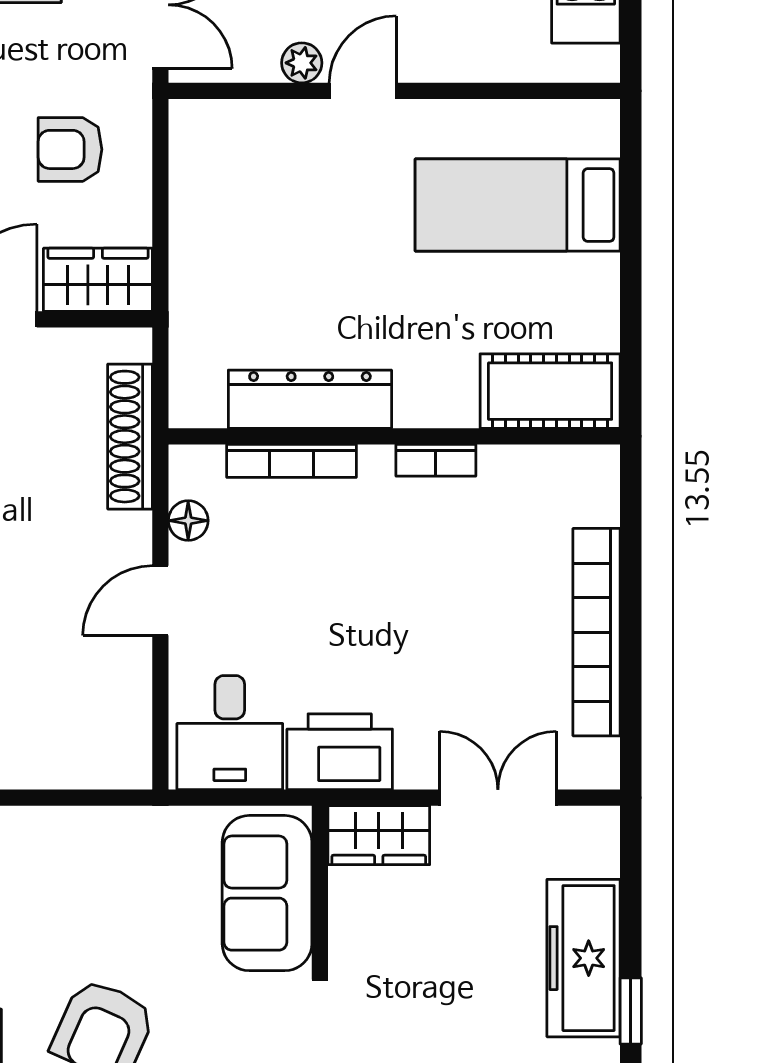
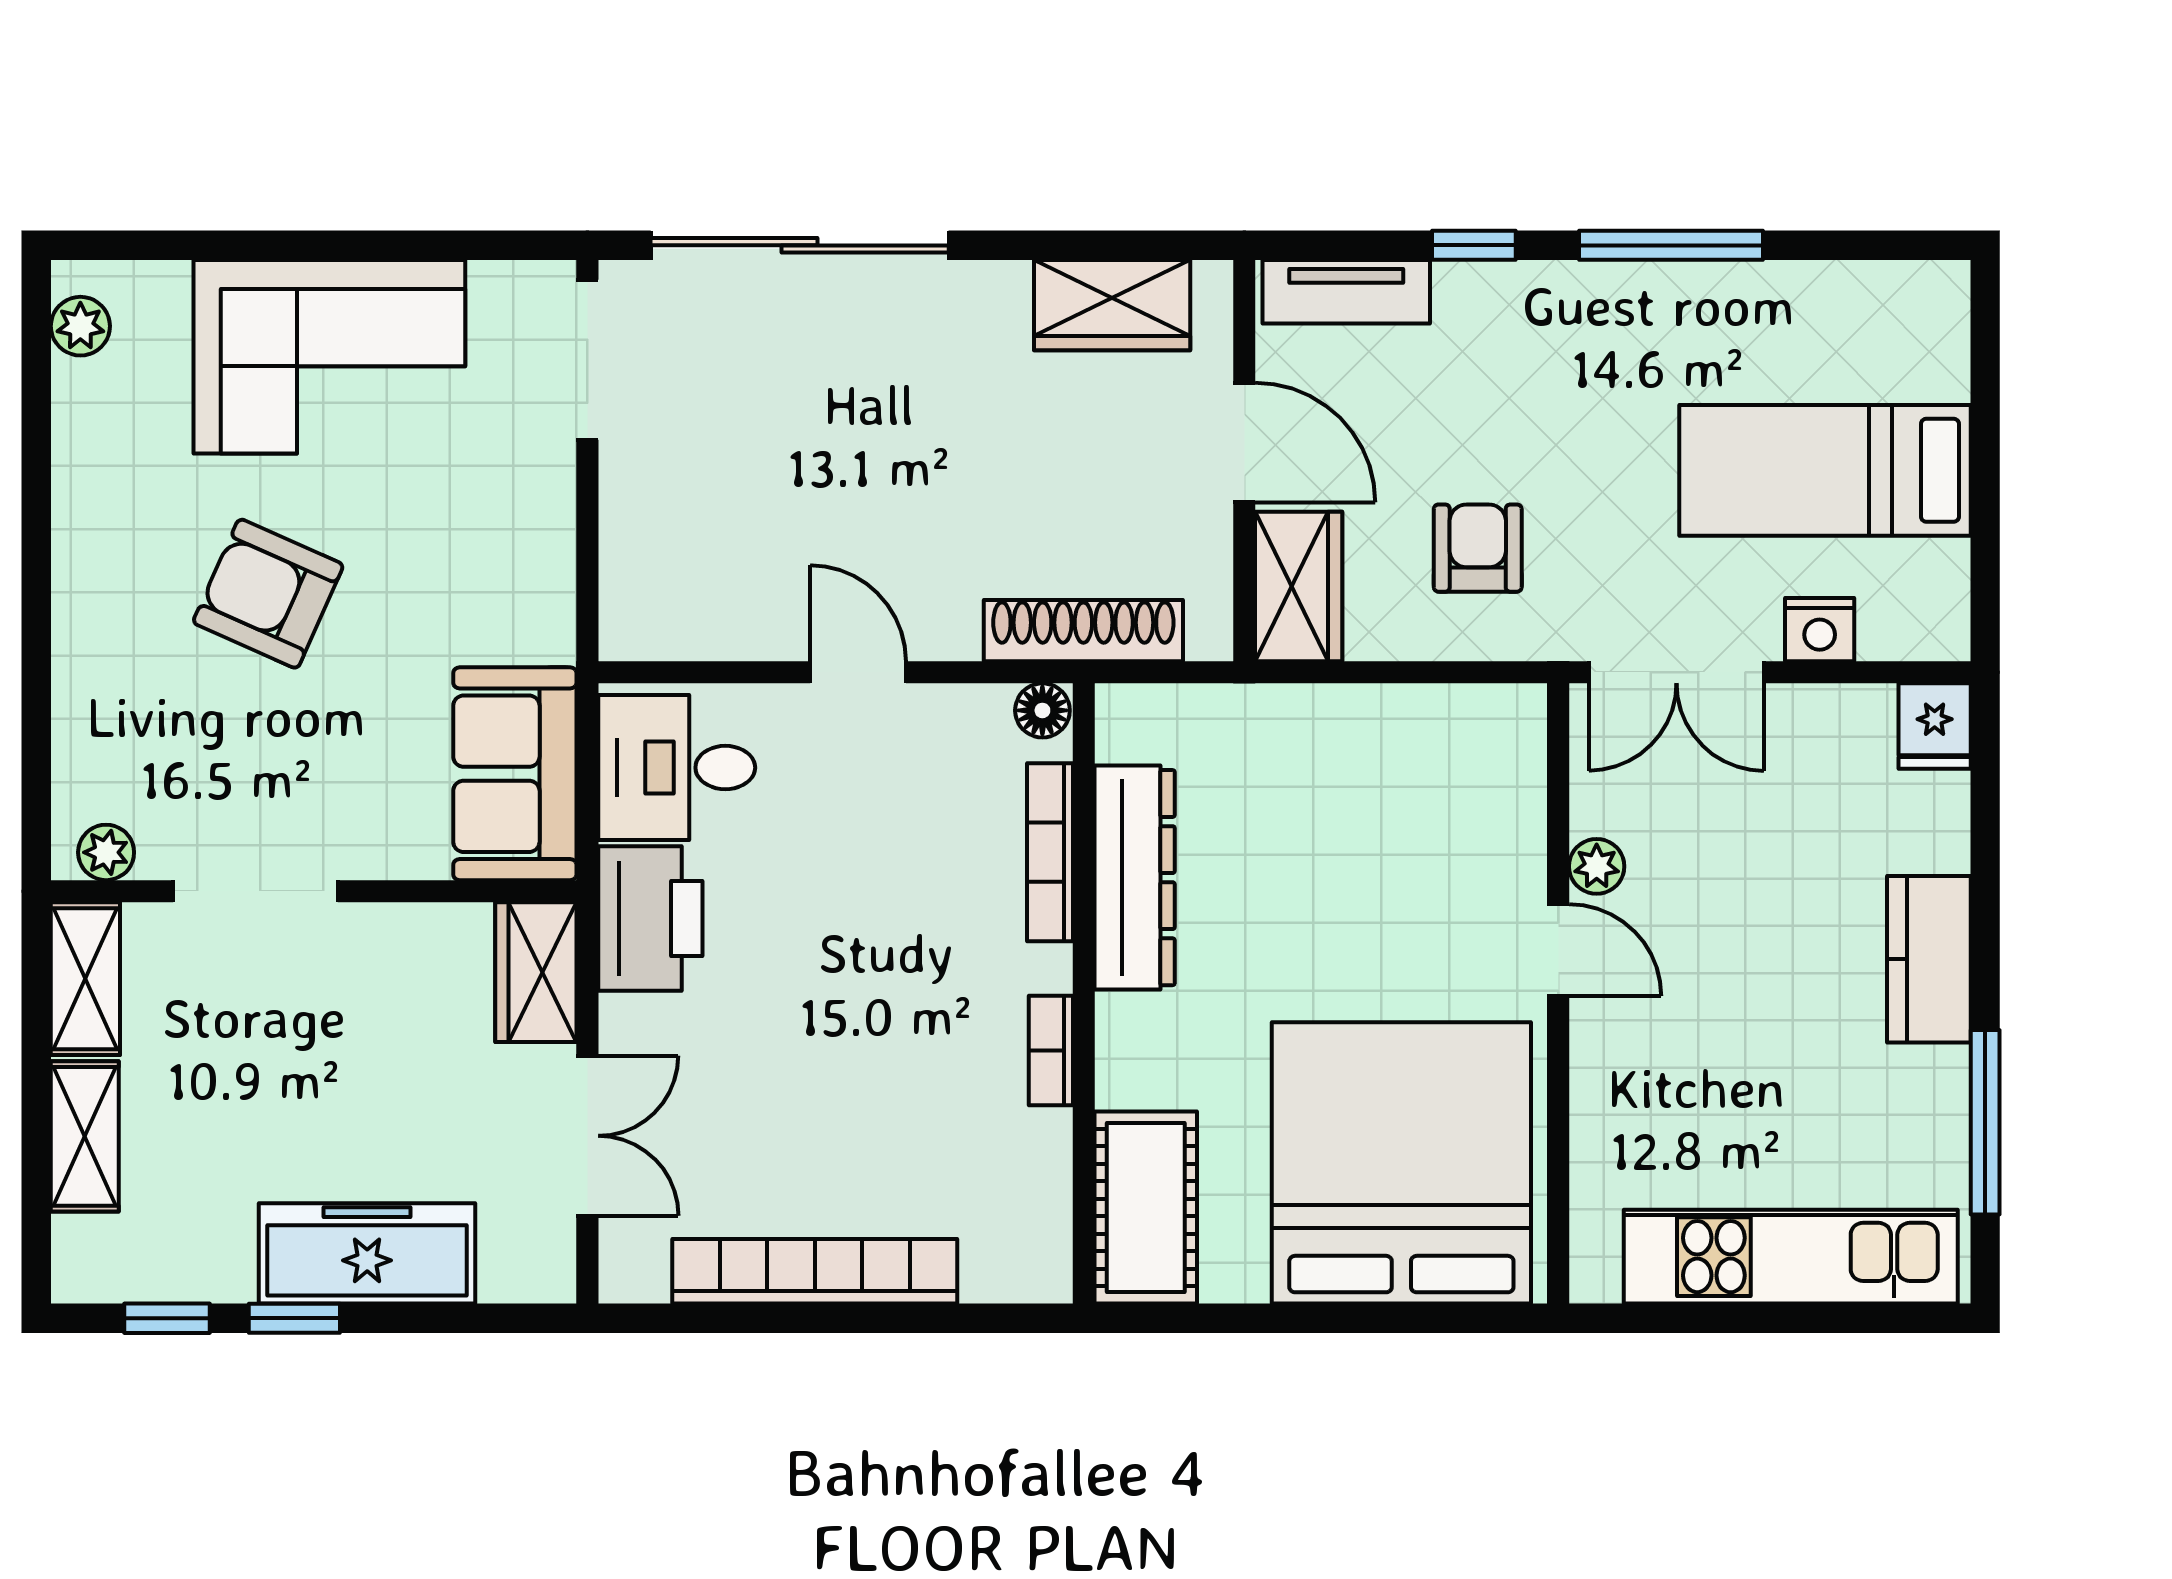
bed: (518, 205) -> (1401, 1163), width x2.04
floor lamp: (188, 521) -> (1042, 710), moved
sofa: (267, 893) -> (515, 774), moved, turned -90

